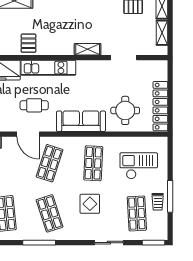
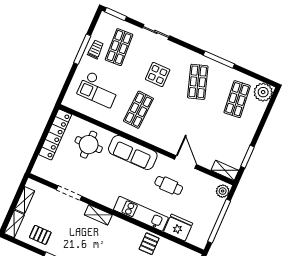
shop shelf: (50, 163) -> (178, 127), removed

